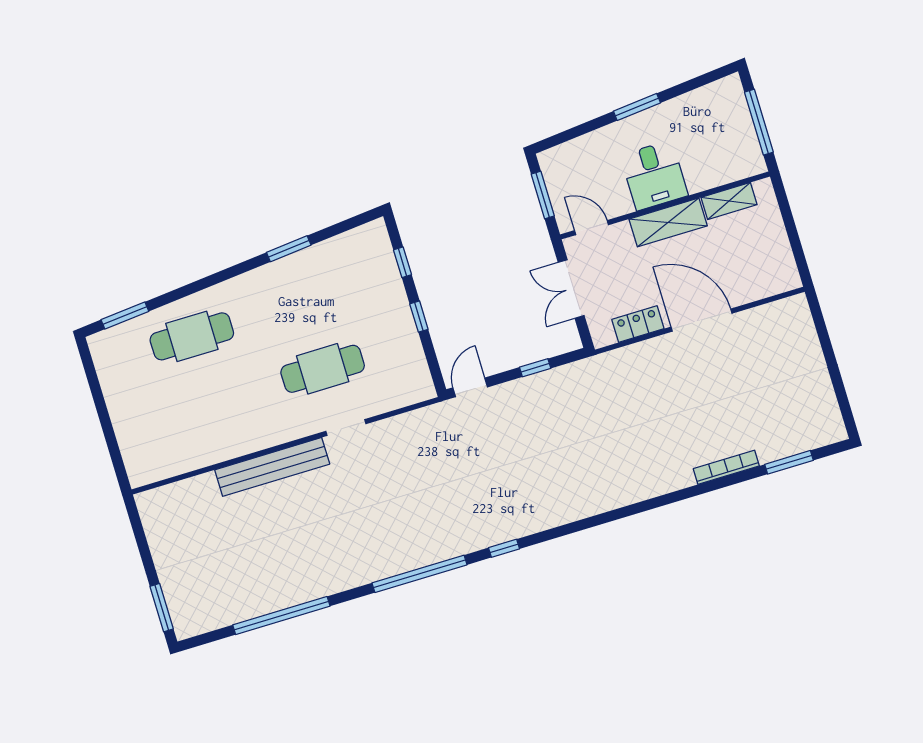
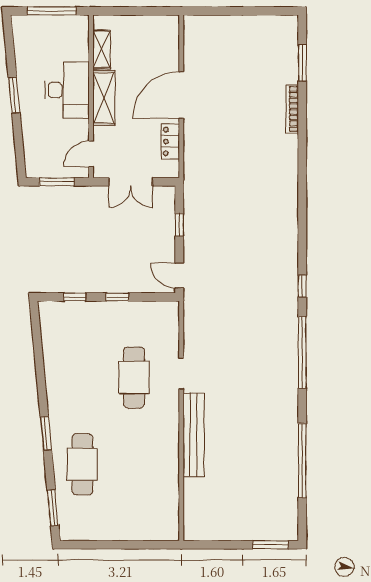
desk: (654, 175) -> (67, 90), width x1.37
window: (289, 249) -> (46, 433), moved

